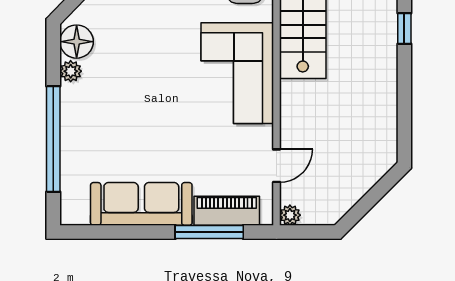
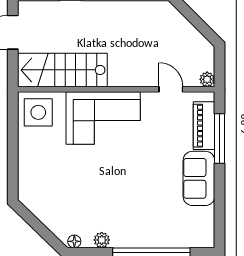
floor lamp: (77, 42) -> (74, 241), width x0.53, depth x0.53
sofa: (141, 204) -> (199, 178), width x0.73

